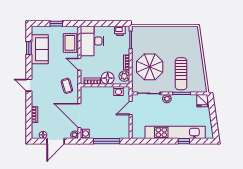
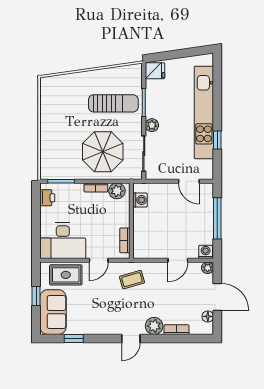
sofa: (40, 49) -> (53, 312), moved, turned 90
floor lamp: (108, 78) -> (120, 217), removed
plant: (37, 100) -> (154, 326), added
door: (131, 108) -> (189, 181), moved
door: (79, 116) -> (178, 260), width x0.53
window: (184, 141) -> (217, 140), moved

